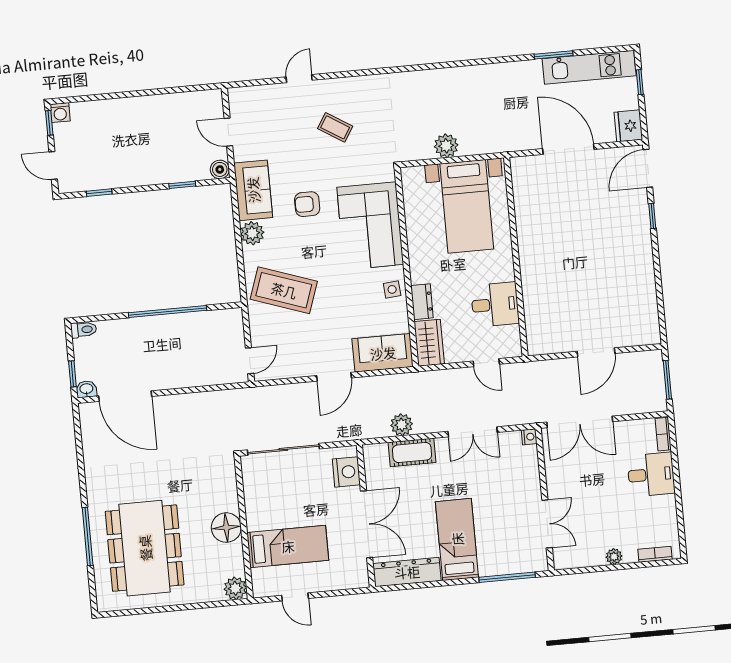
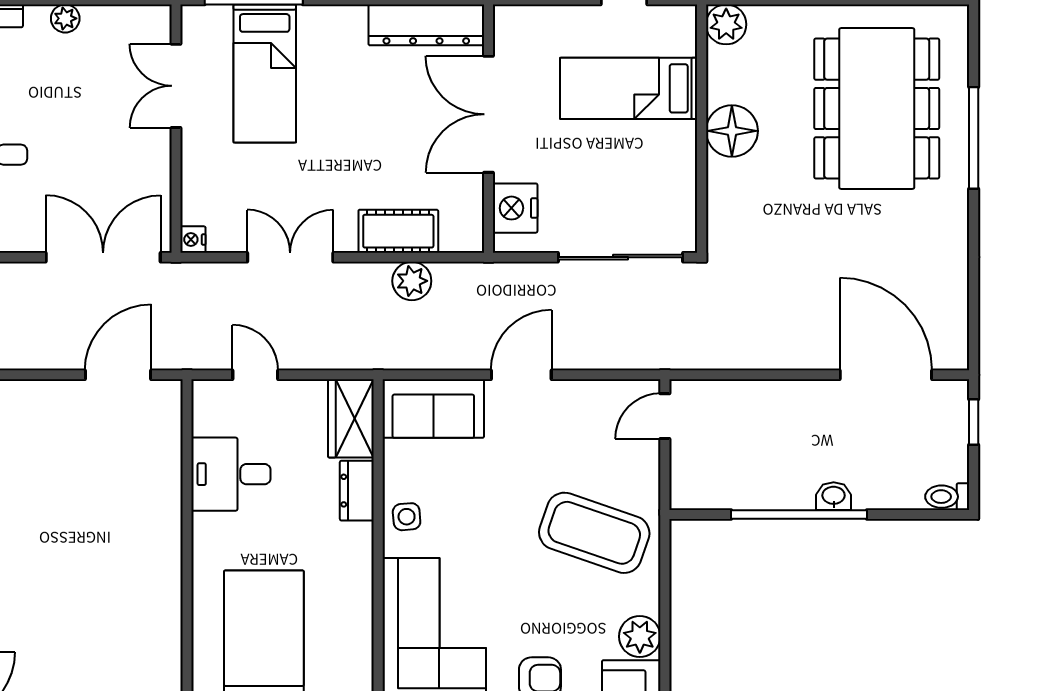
door: (596, 352) -> (118, 375), moved
washbasin: (86, 389) -> (834, 496), moved, turned 180
bed: (457, 539) -> (265, 73), moved

